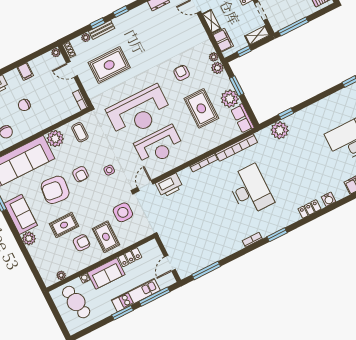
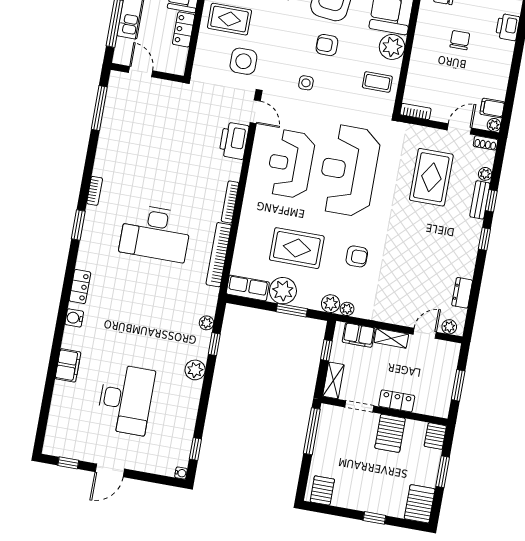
filing cabinet: (25, 72) -> (492, 108), moved
plant: (308, 114) -> (195, 370), added
plant: (280, 130) -> (206, 323), width x0.53, depth x0.53

